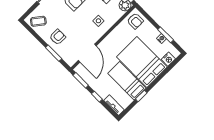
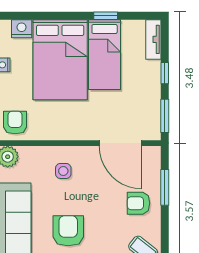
door: (87, 53) -> (121, 143), swing flipped

